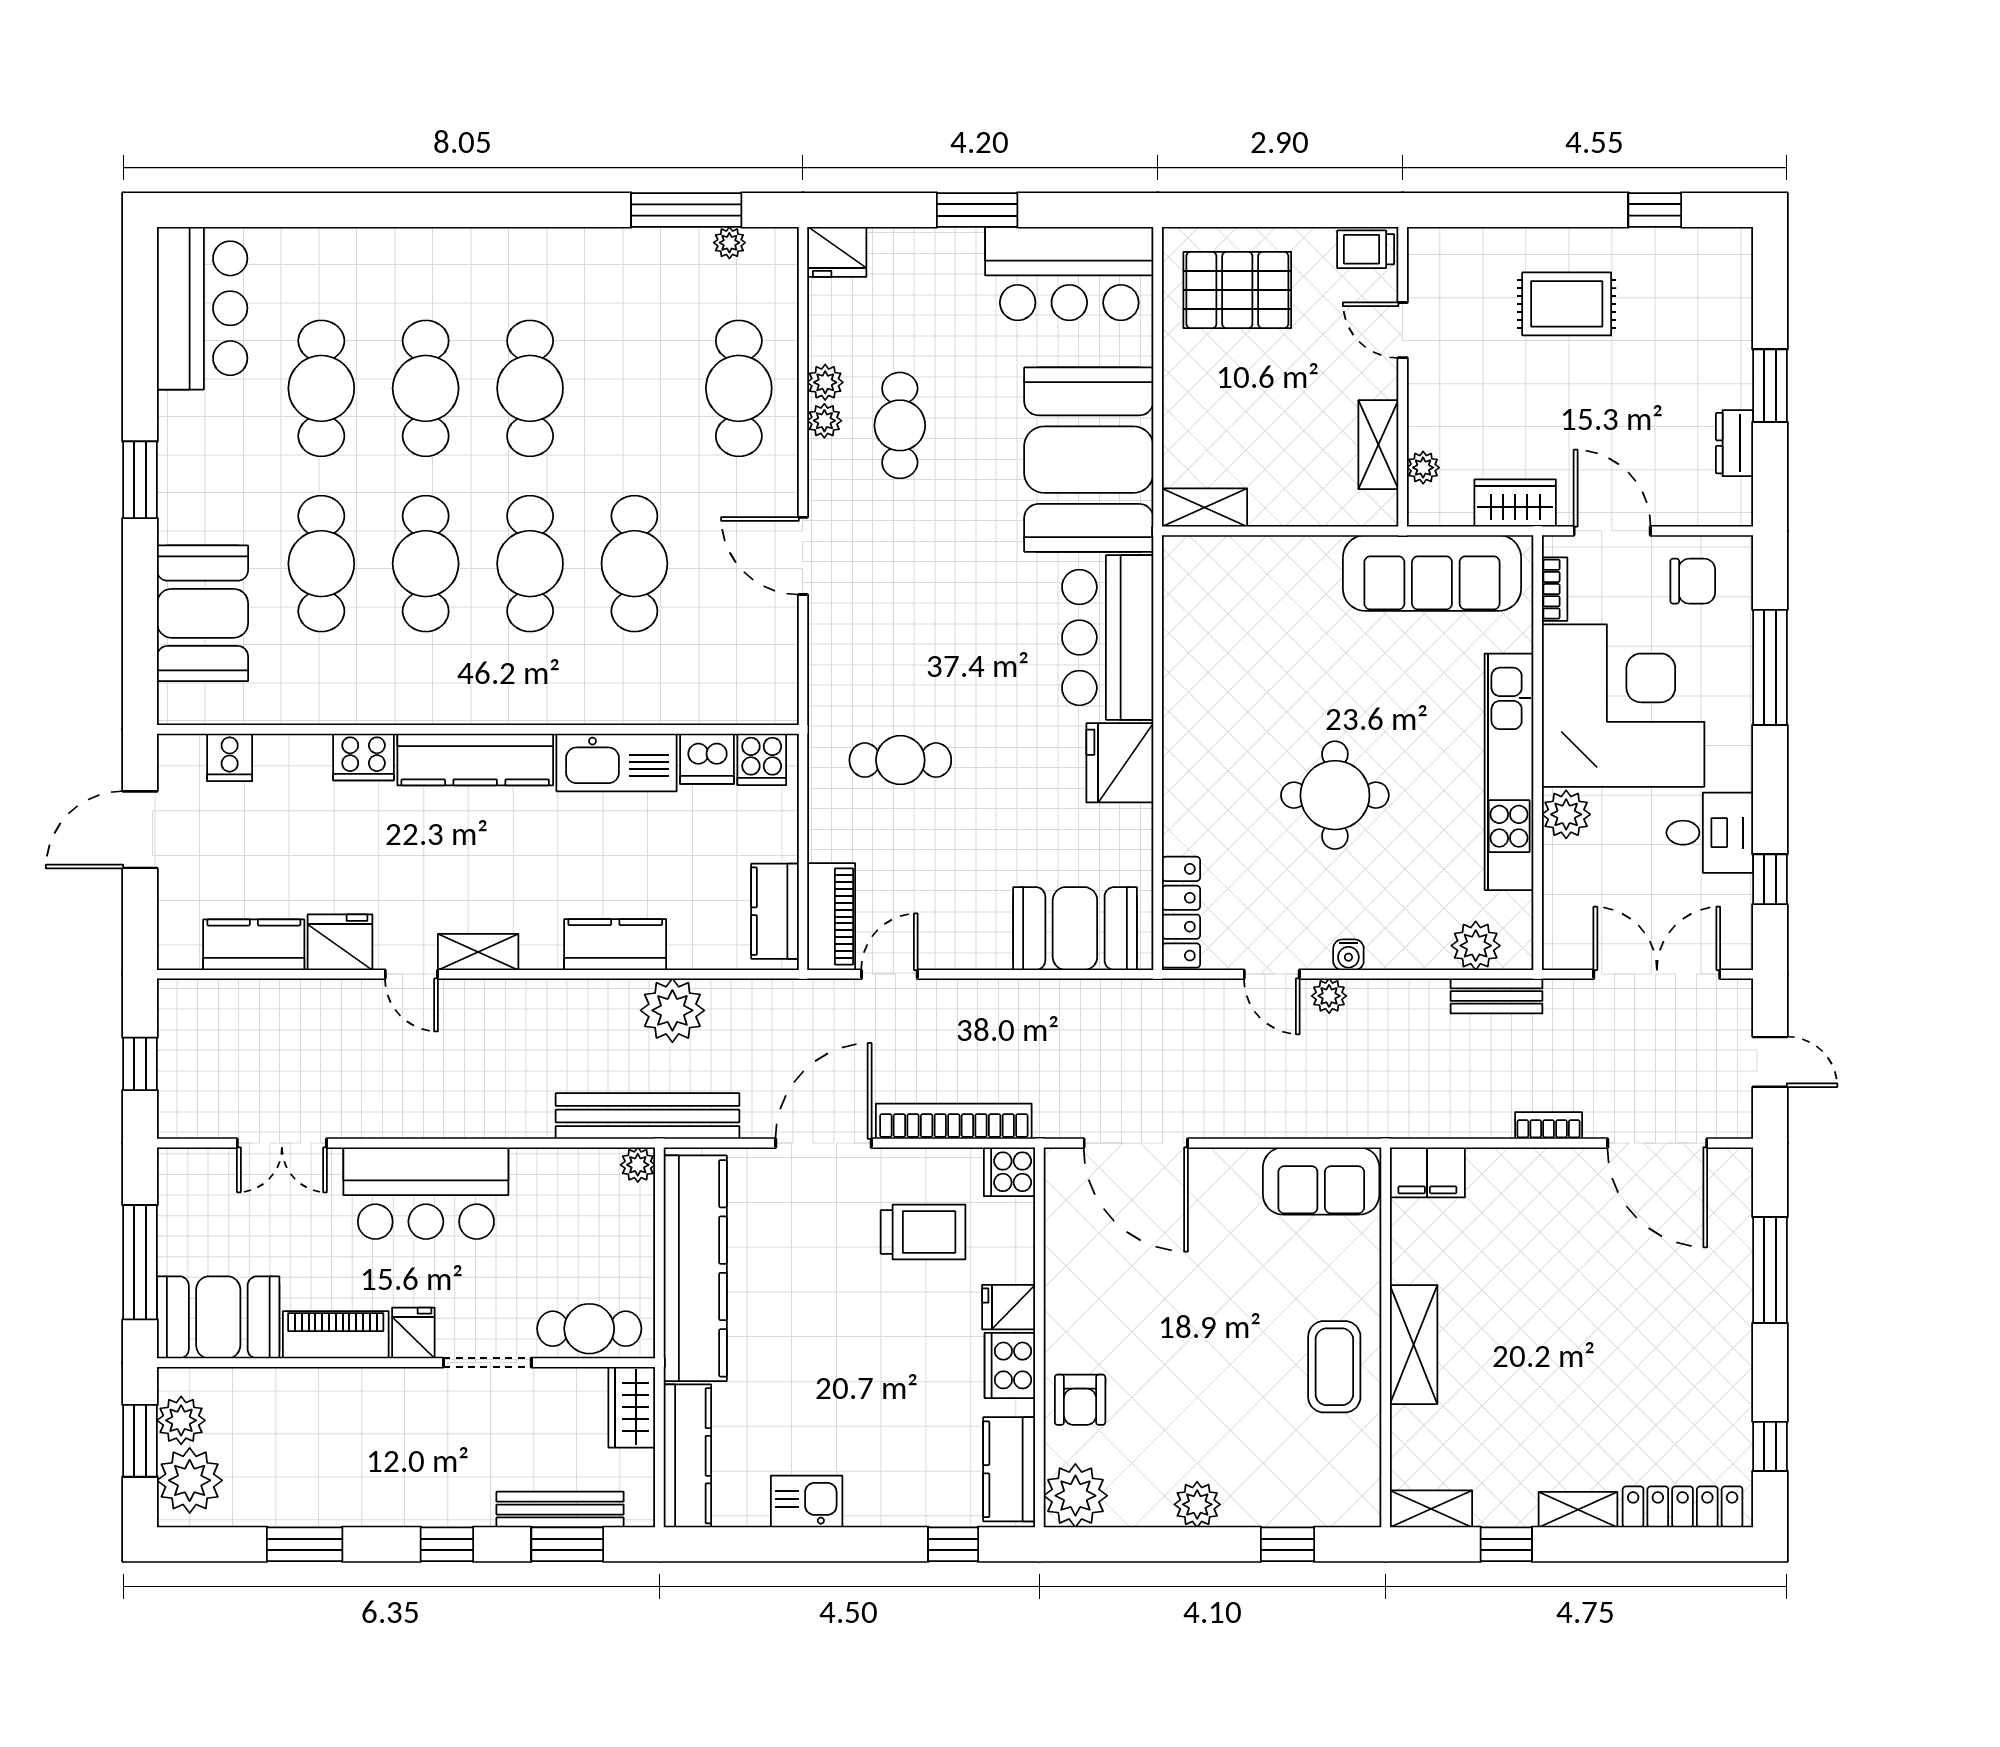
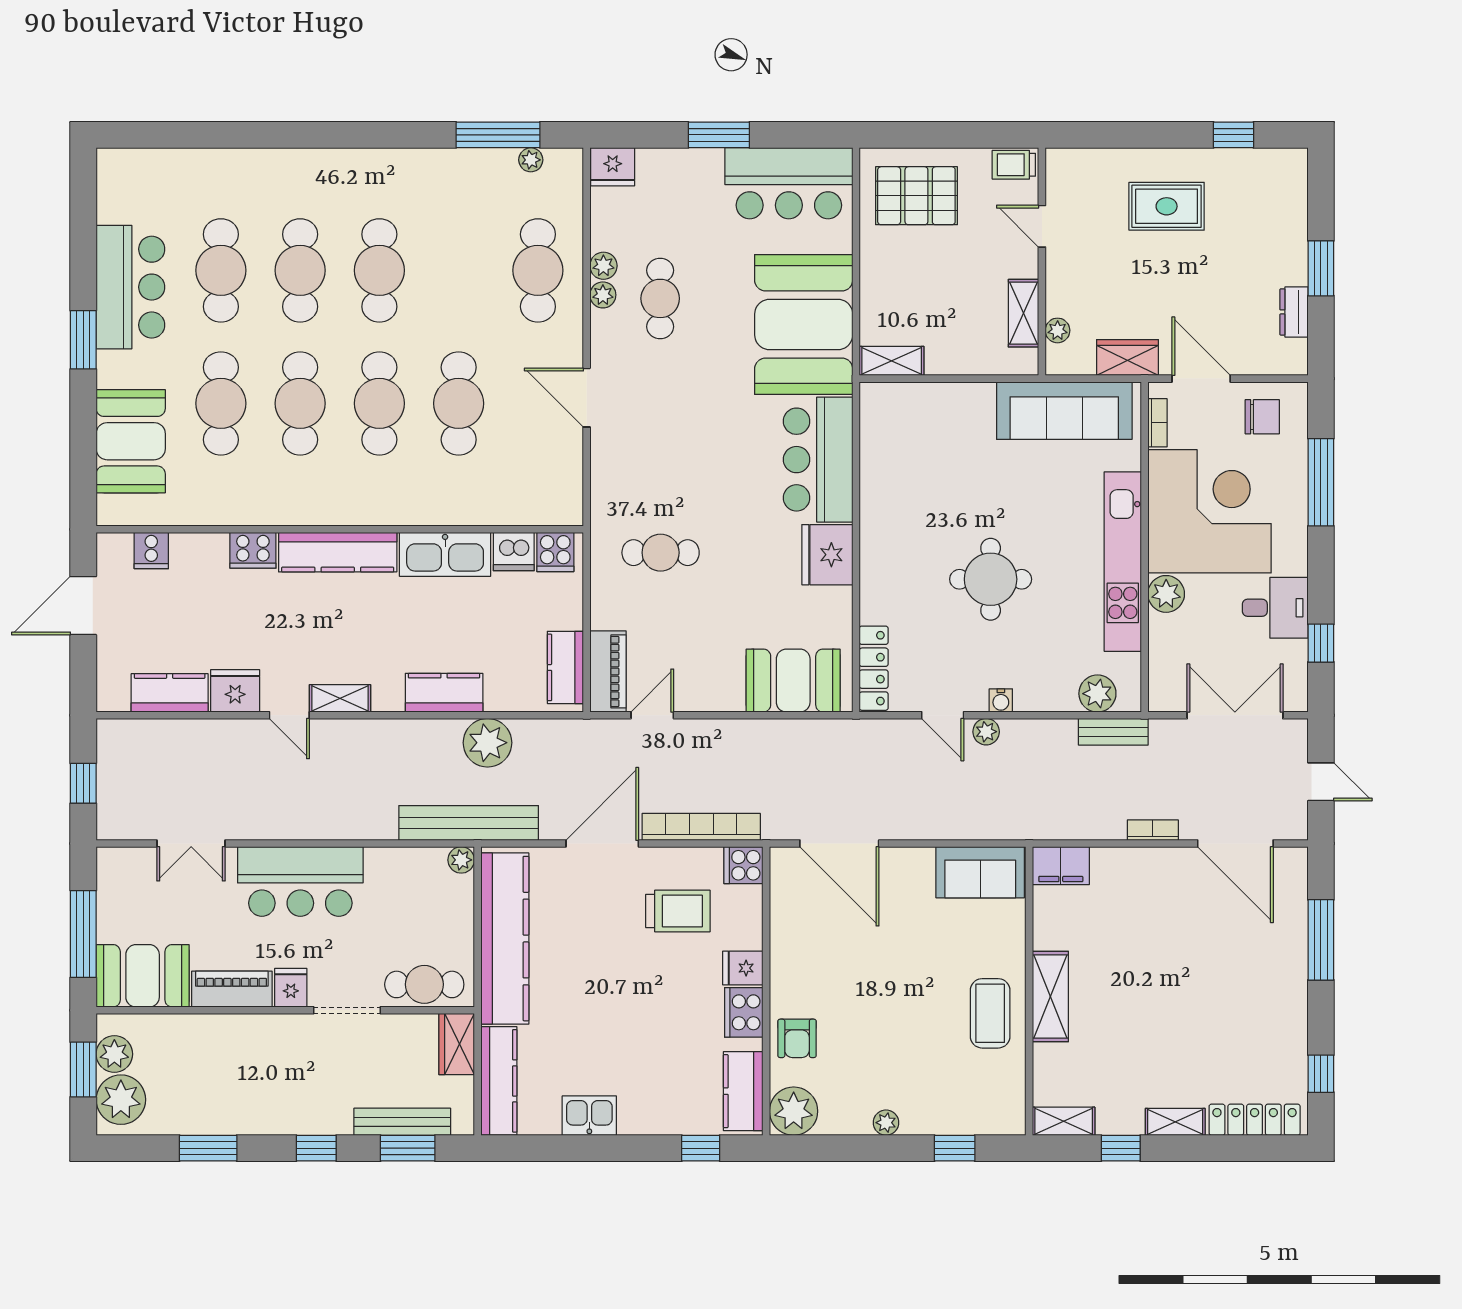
bar counter: (202, 308) -> (130, 287), moved
plant: (1197, 1504) -> (886, 1123), width x0.73, depth x0.73

